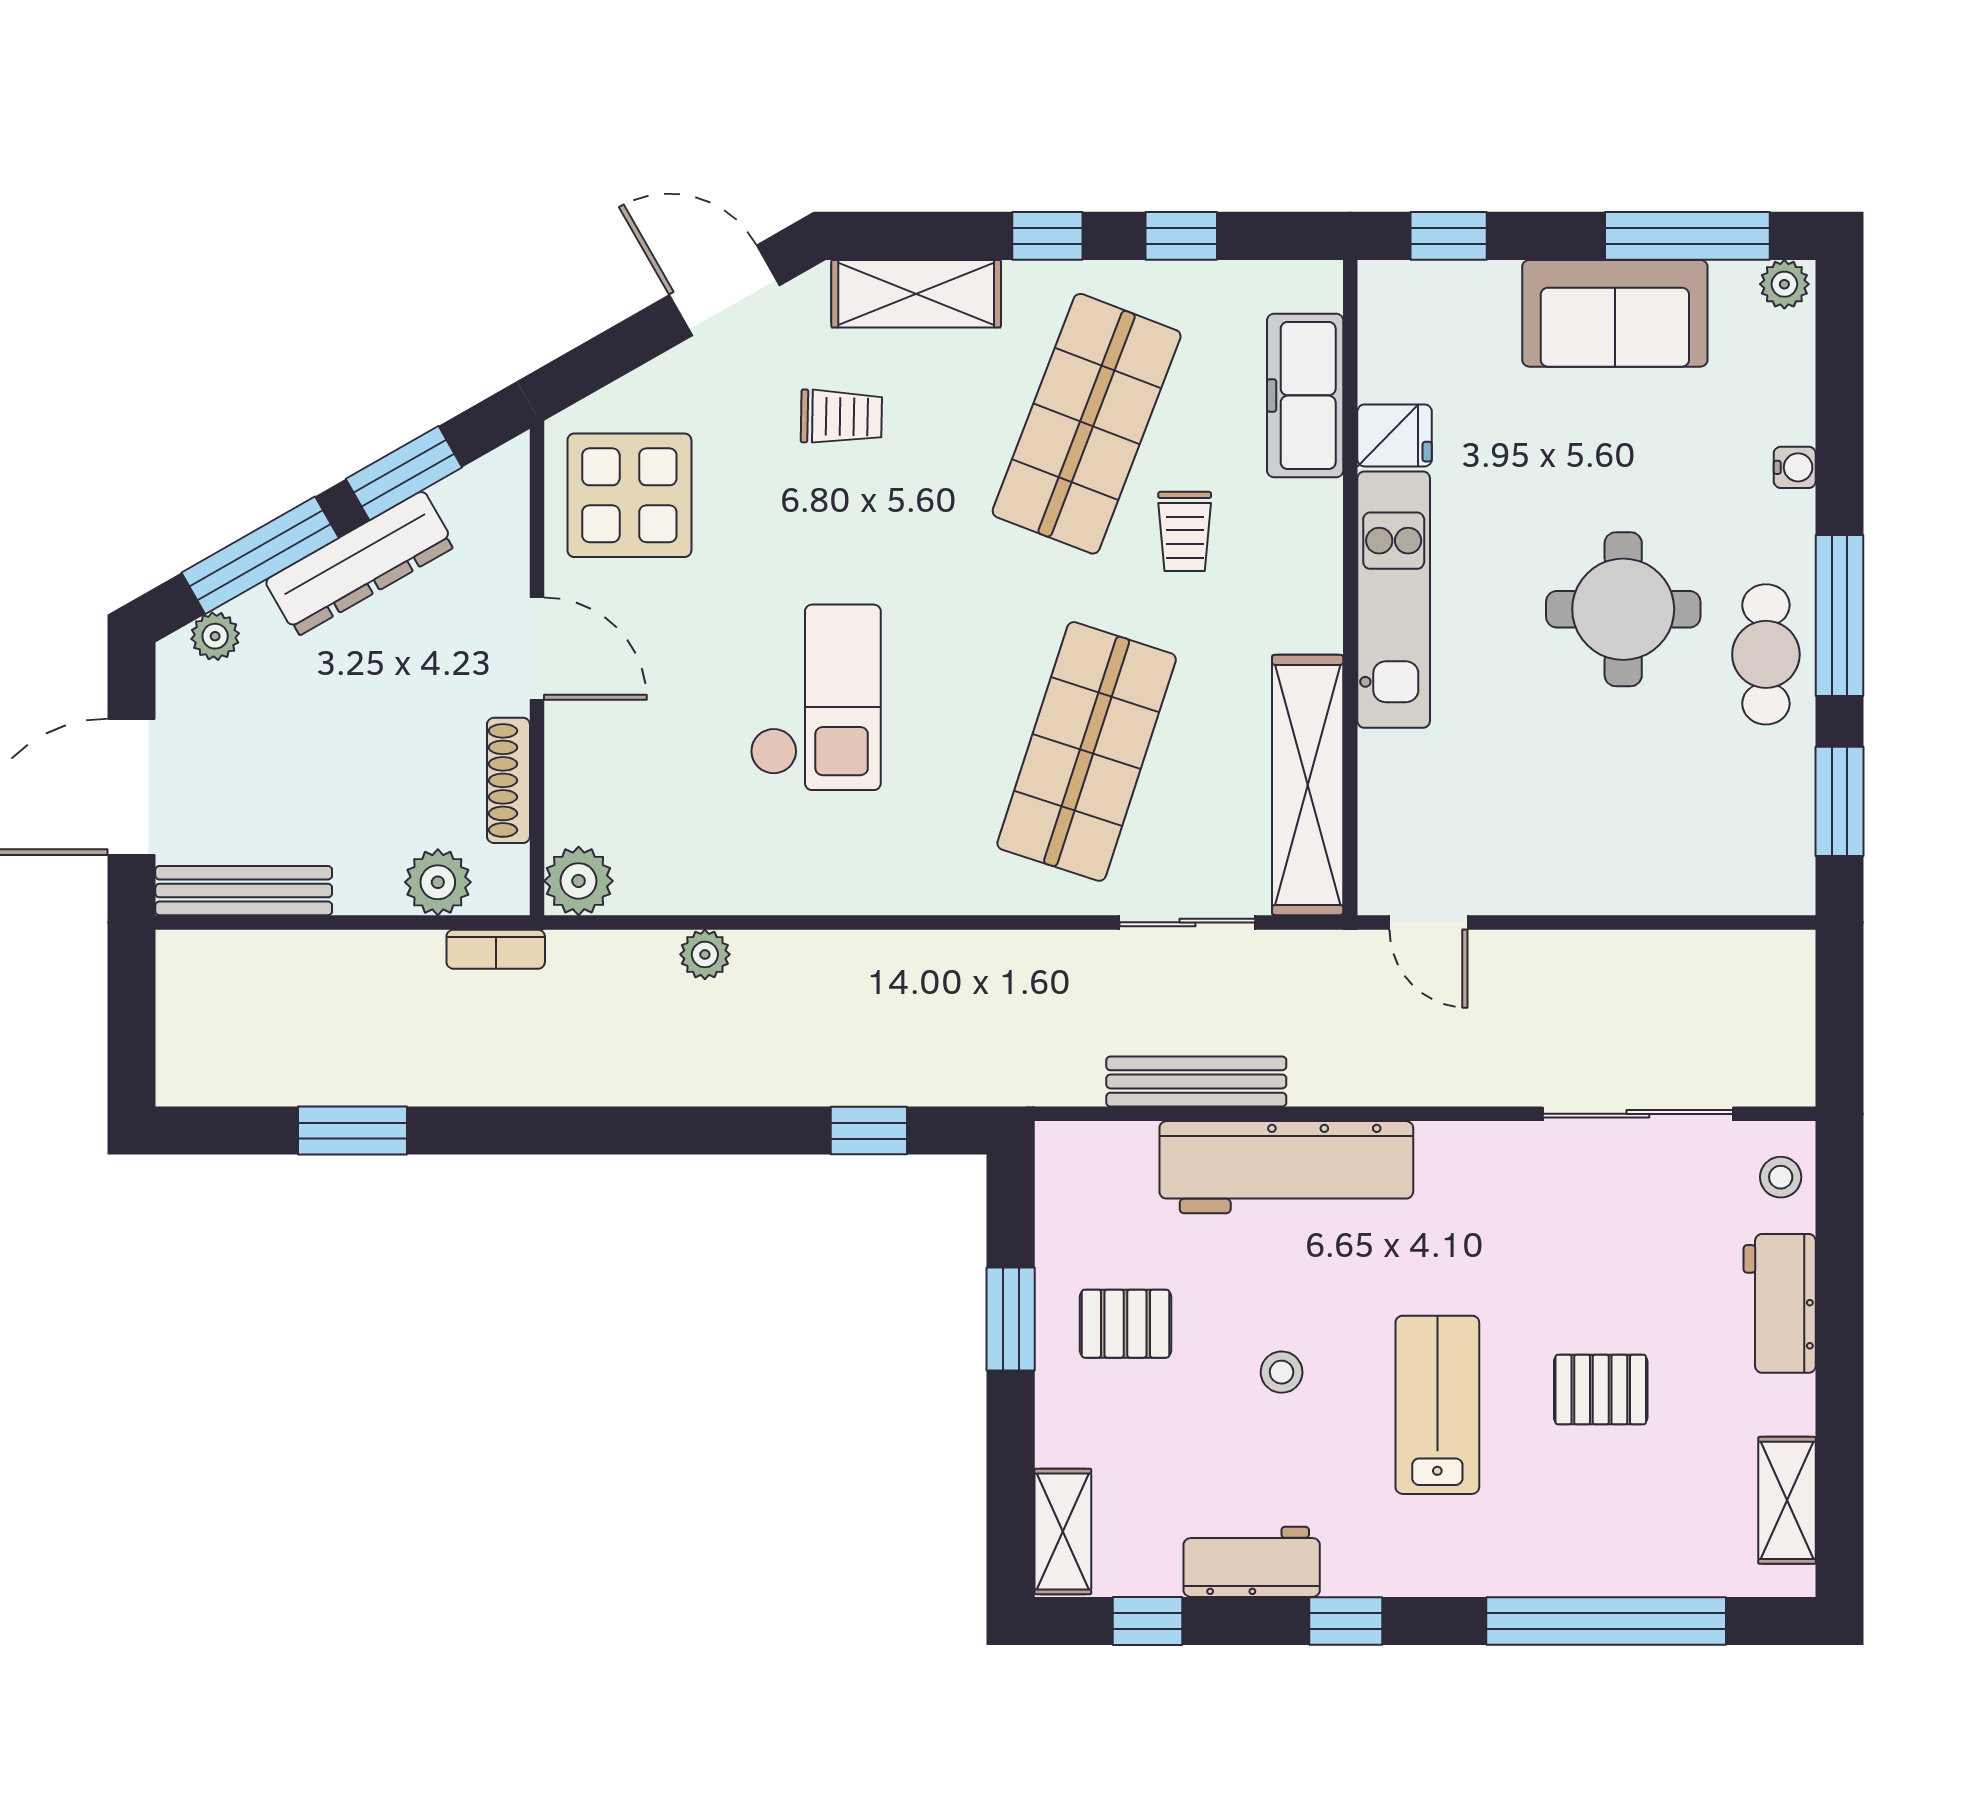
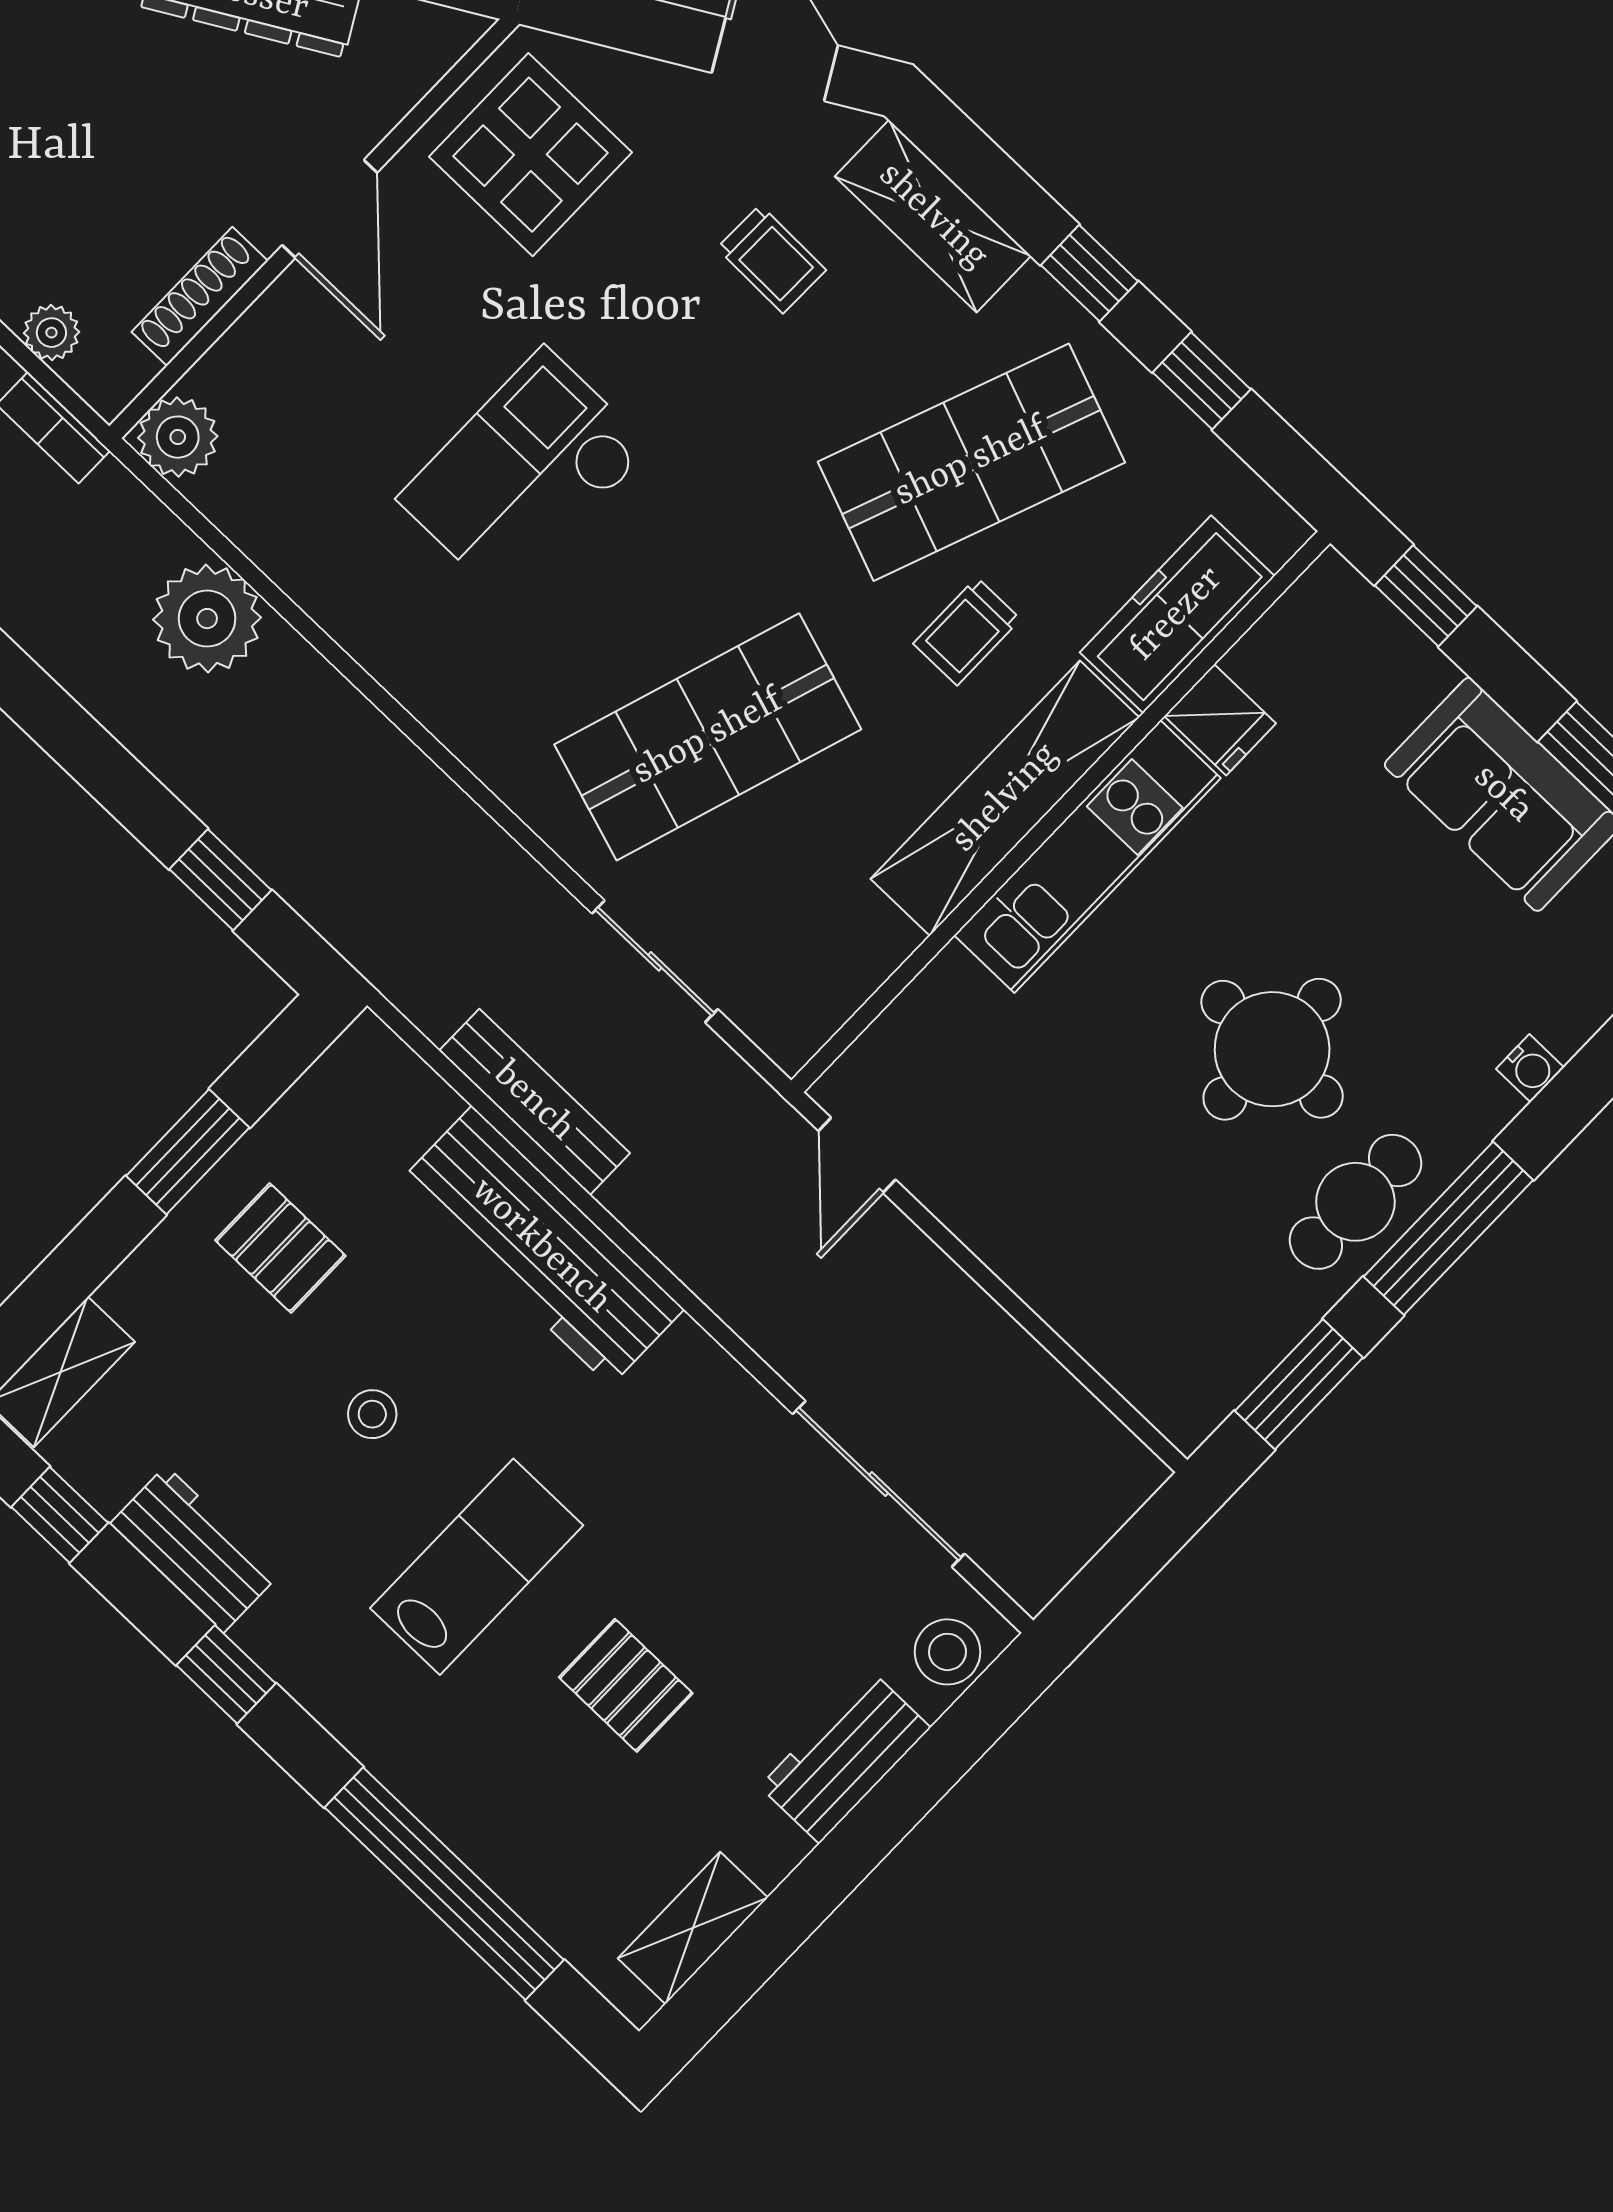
checkout: (815, 697) -> (524, 474), turned 180
shelving: (1308, 785) -> (1005, 798), moved
plant: (438, 882) -> (51, 333), width x0.73, depth x0.73
plant: (705, 954) -> (207, 619), width x1.88, depth x1.88
stool: (1781, 1177) -> (947, 1652), width x1.37, depth x1.37

